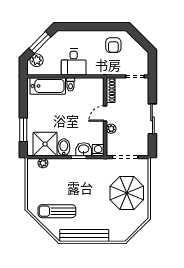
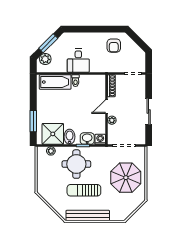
round table: (72, 178) -> (76, 164), added
sun lounger: (57, 211) -> (84, 190), moved

